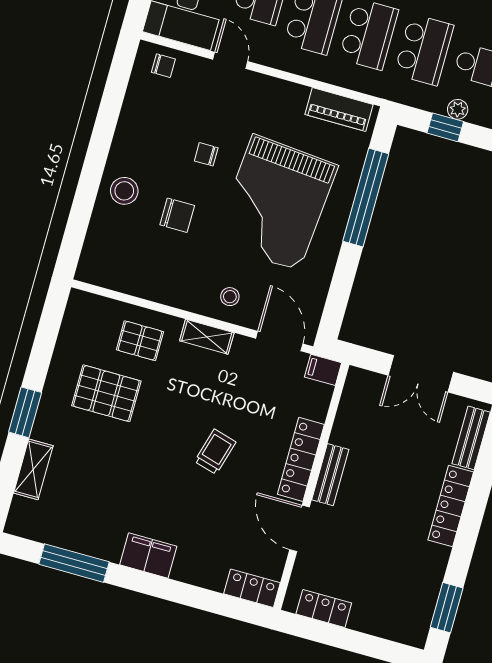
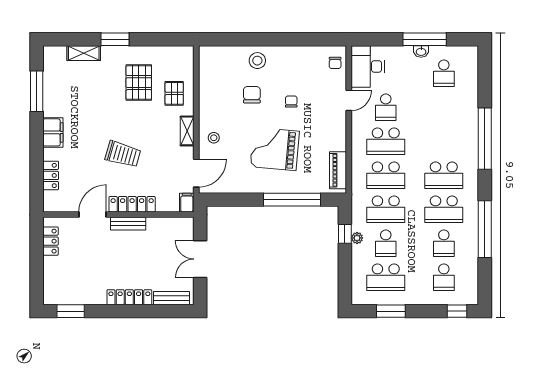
grand piano: (276, 203) -> (275, 149), width x0.73, depth x0.68
chair: (177, 215) -> (252, 95), turned 180
trolley: (215, 452) -> (123, 154), width x1.36, depth x1.39
locker: (252, 588) -> (51, 175), moved

